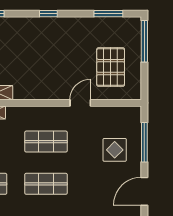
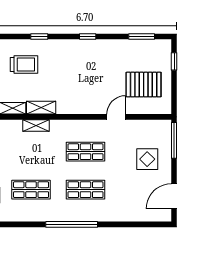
window: (144, 41) -> (174, 61), width x0.46
pallet: (111, 67) -> (144, 85), turned 90
window: (144, 142) -> (174, 140), moved

